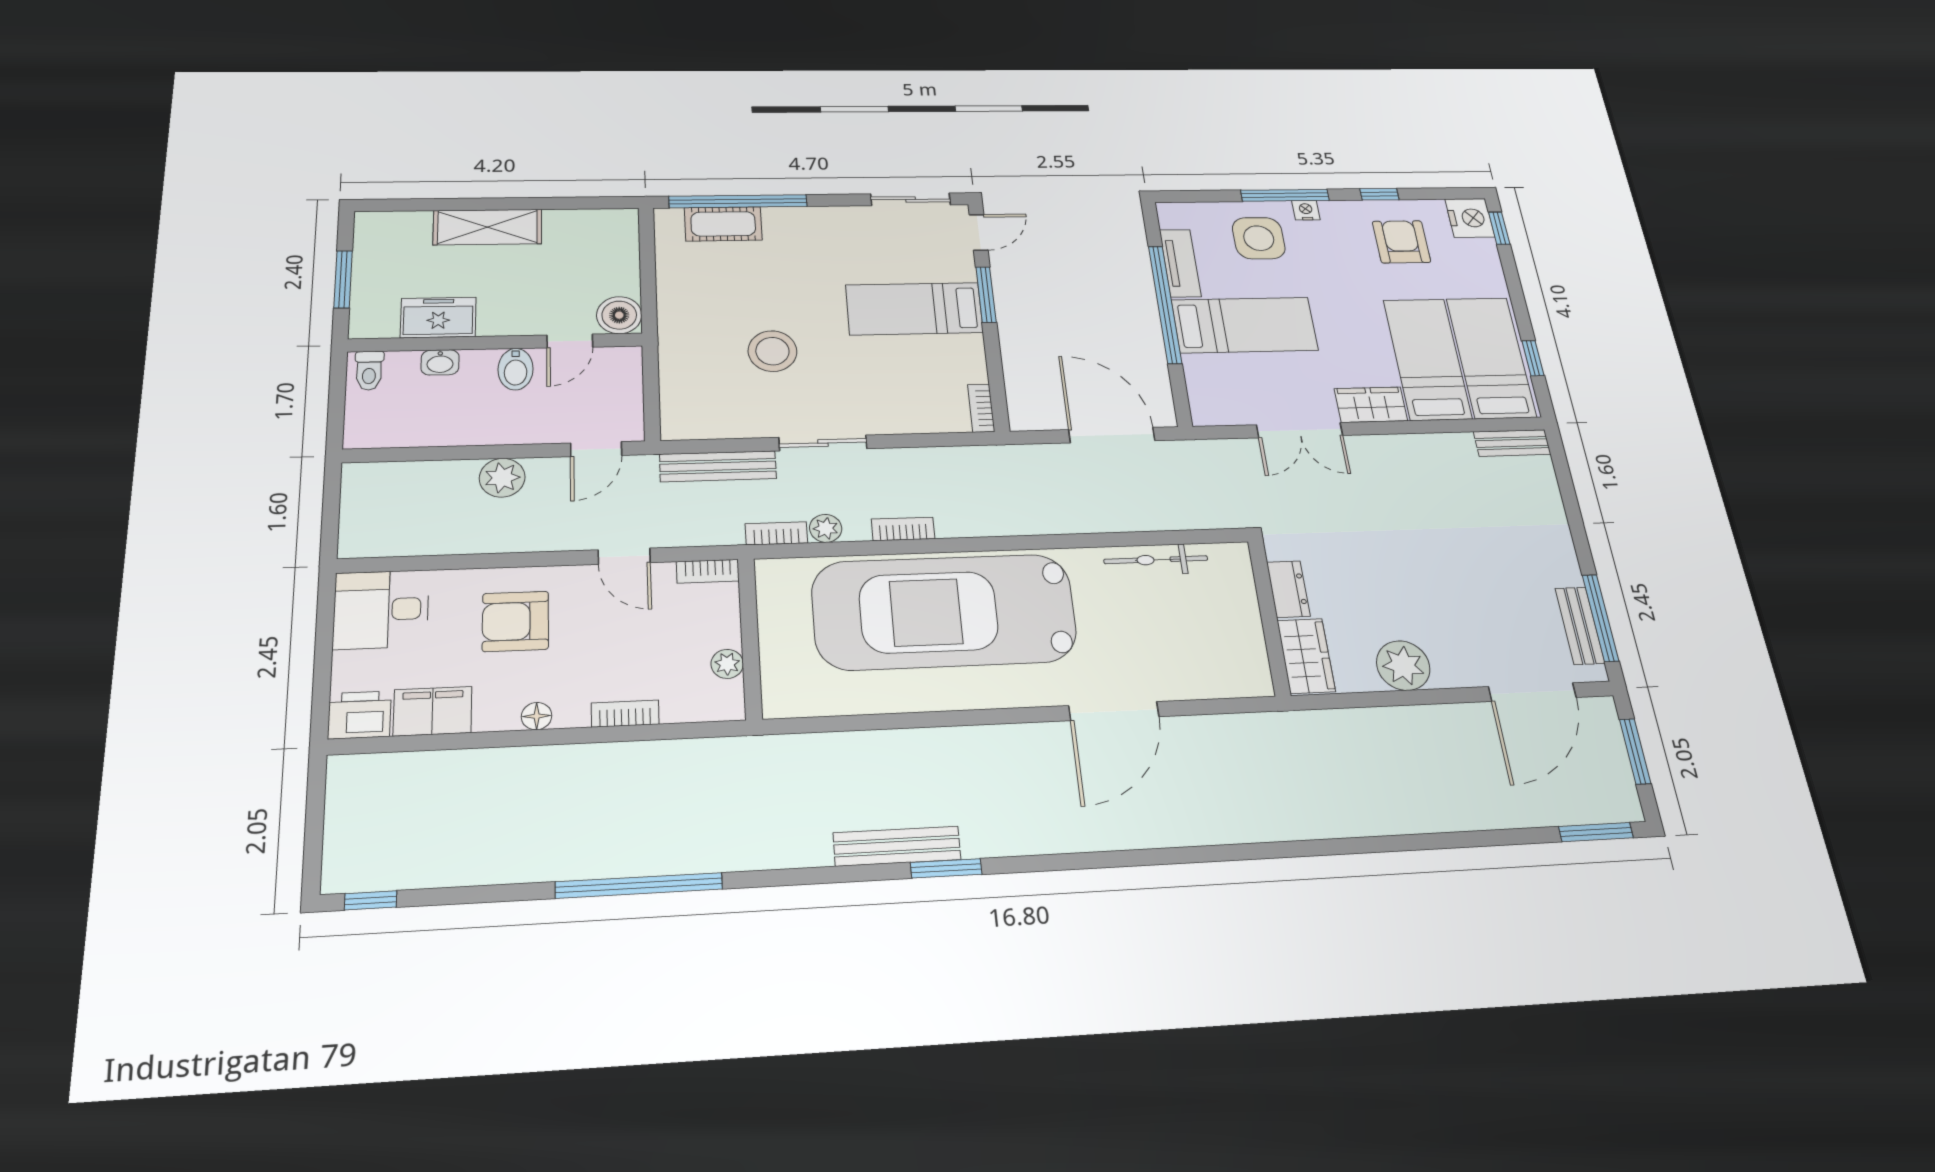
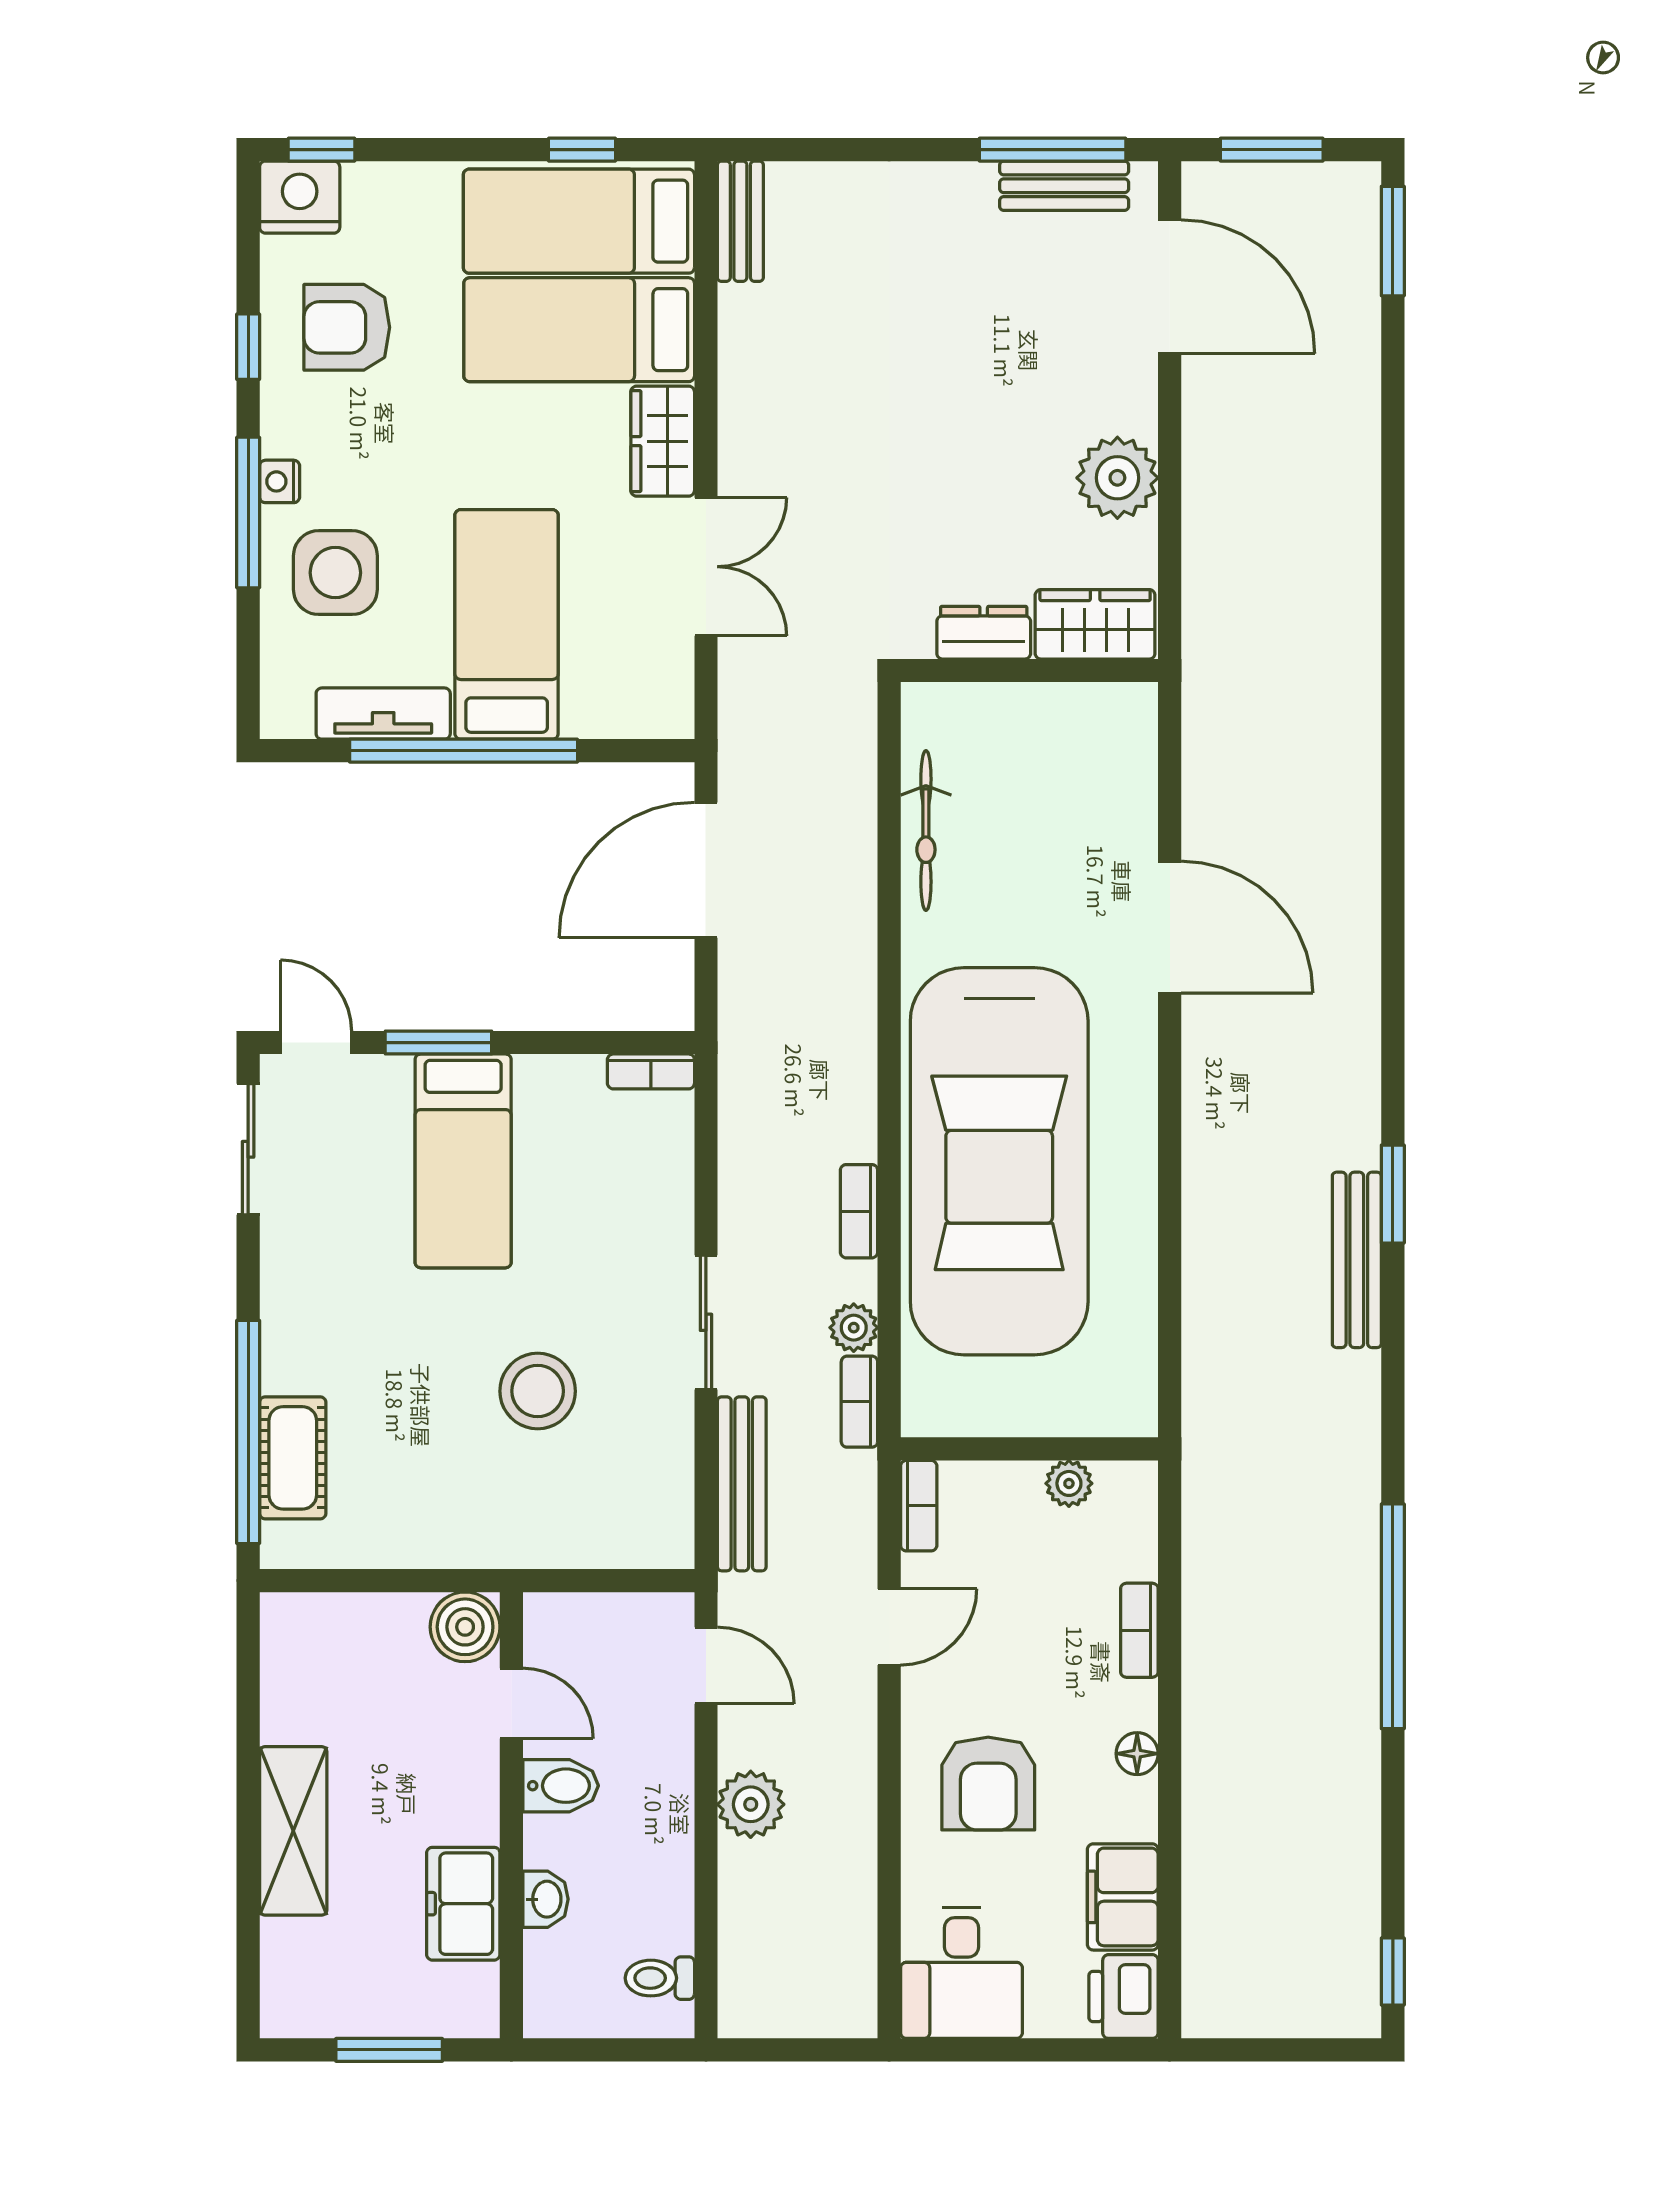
toilet: (369, 371) -> (660, 1978), moved, turned 180

